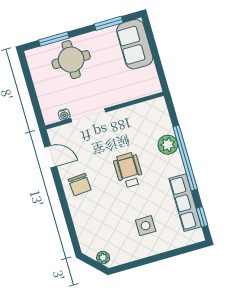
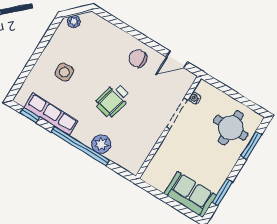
round table: (71, 60) -> (231, 128), moved
wheelchair: (128, 170) -> (113, 100), turned 104

